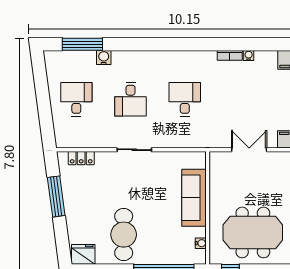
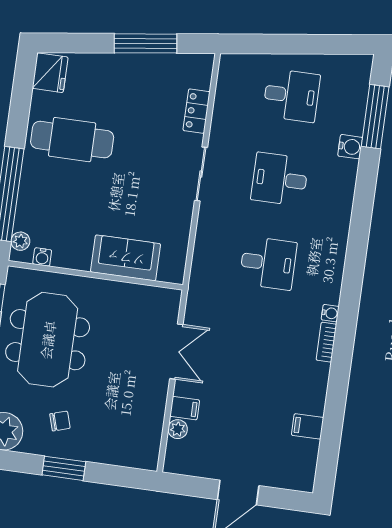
water cooler: (249, 56) -> (330, 313), moved
locker: (81, 158) -> (196, 111), moved
sofa: (194, 198) -> (126, 258), width x0.73
plant: (193, 258) -> (20, 241), added

